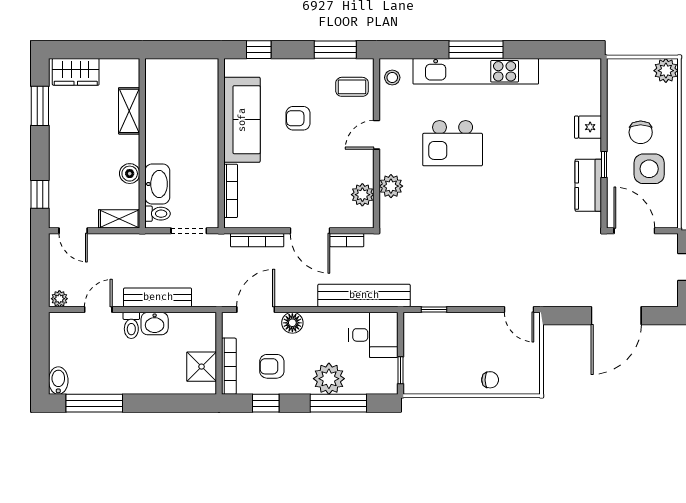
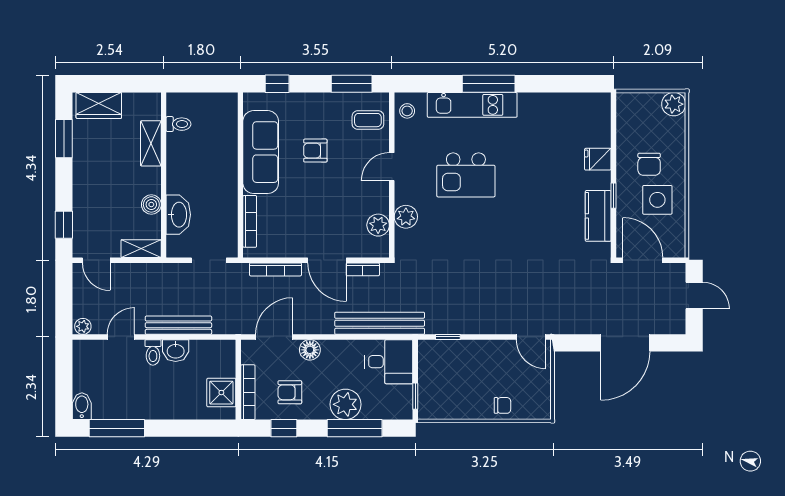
kitchen unit: (476, 71) -> (472, 105), width x0.73
toilet: (158, 214) -> (179, 124), moved

